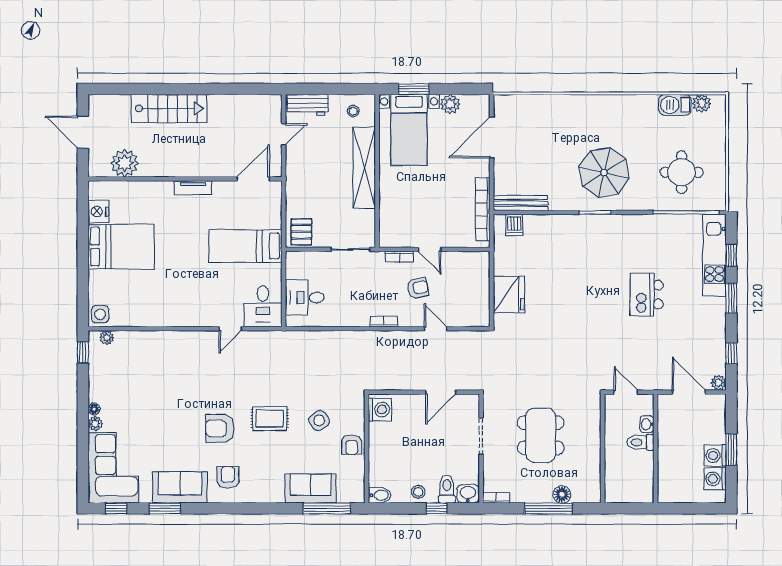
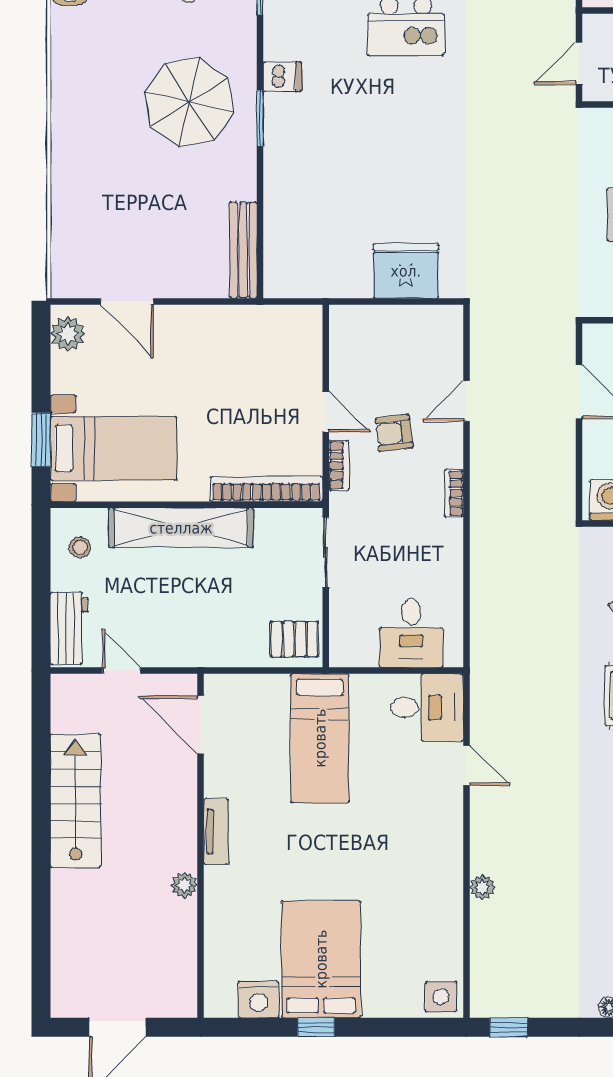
plant: (450, 104) -> (68, 334), moved
stairs: (169, 108) -> (76, 801), moved
door: (492, 137) -> (127, 301), width x0.73
plant: (125, 163) -> (184, 885), moved, width x0.53, depth x0.53
bookcase: (483, 209) -> (266, 489), moved, turned 180
dishwasher: (514, 225) -> (282, 77), moved
window: (83, 244) -> (316, 1027), added
door: (429, 249) -> (326, 412), hinge flipped
armchair: (418, 288) -> (394, 433), turned -85
plant: (107, 338) -> (482, 887), moved

